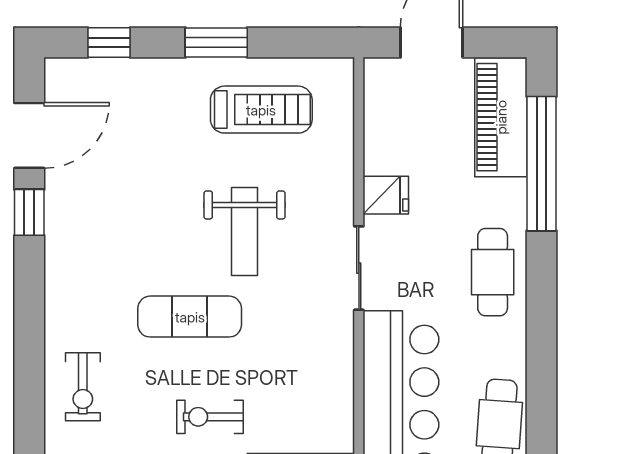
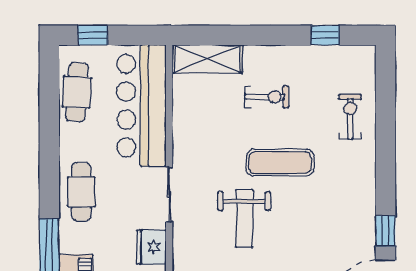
fridge: (386, 195) -> (151, 247), width x1.38
weight bench: (245, 231) -> (244, 218), turned 180

